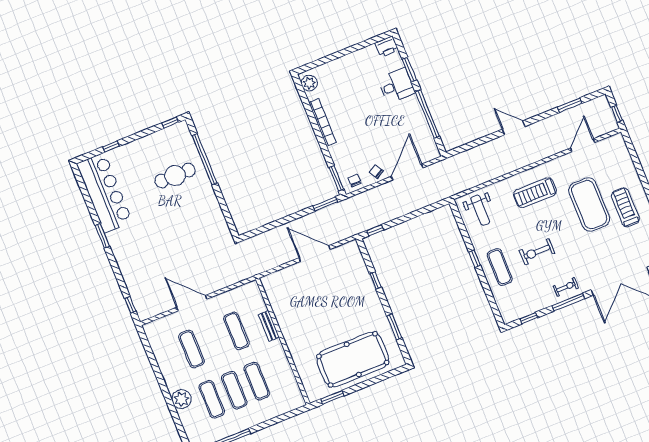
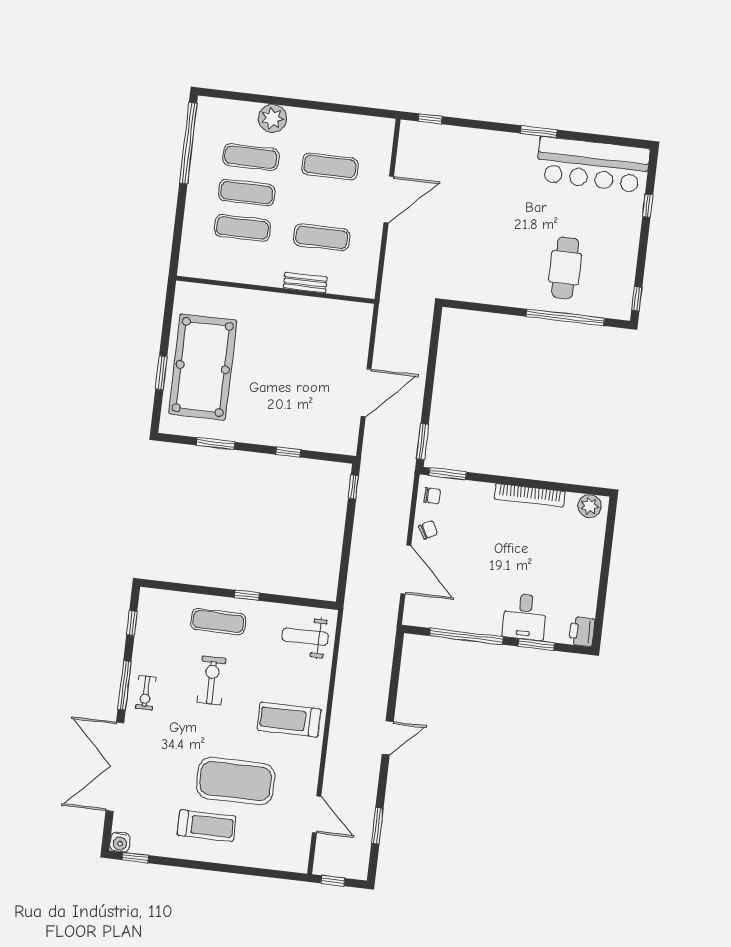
treadmill: (535, 193) -> (289, 720), turned -90
window: (332, 397) -> (161, 373), moved

